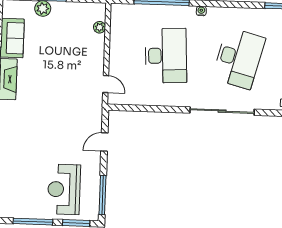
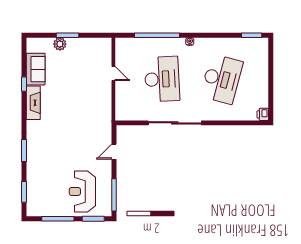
plant: (100, 27) -> (107, 58), removed
door: (106, 84) -> (113, 73), moved
sliding door: (222, 111) -> (175, 123), moved

